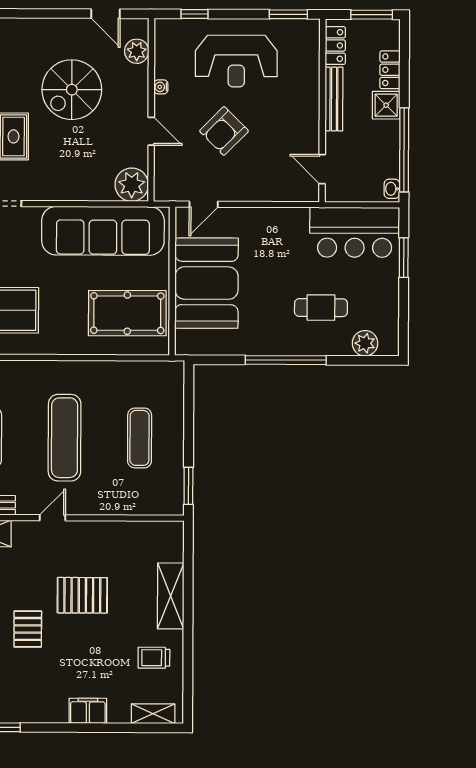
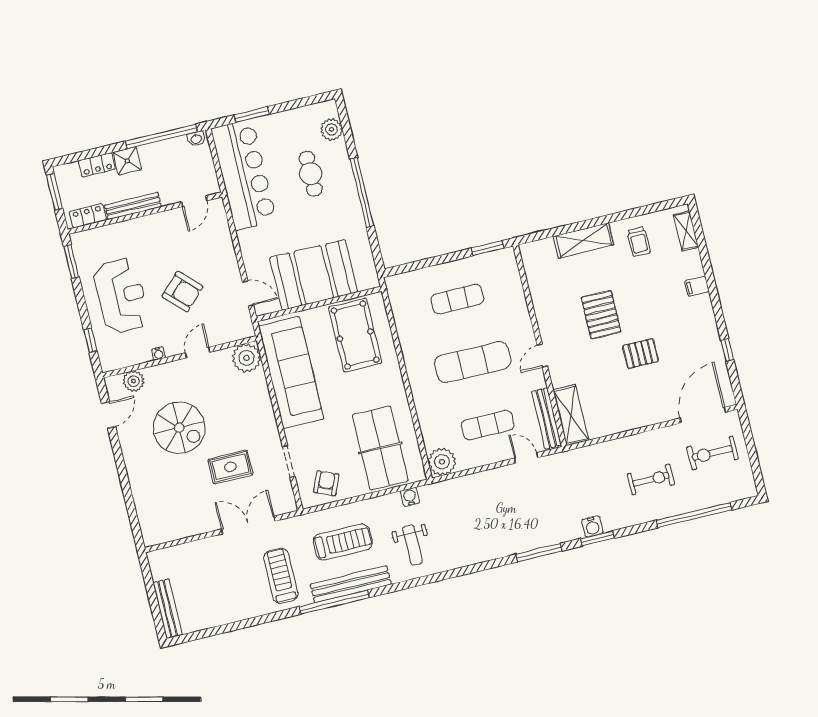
bar counter: (355, 232) -> (244, 175), width x1.36
door: (52, 518) -> (542, 356), hinge flipped
filing cabinet: (88, 711) -> (697, 286), width x0.50

